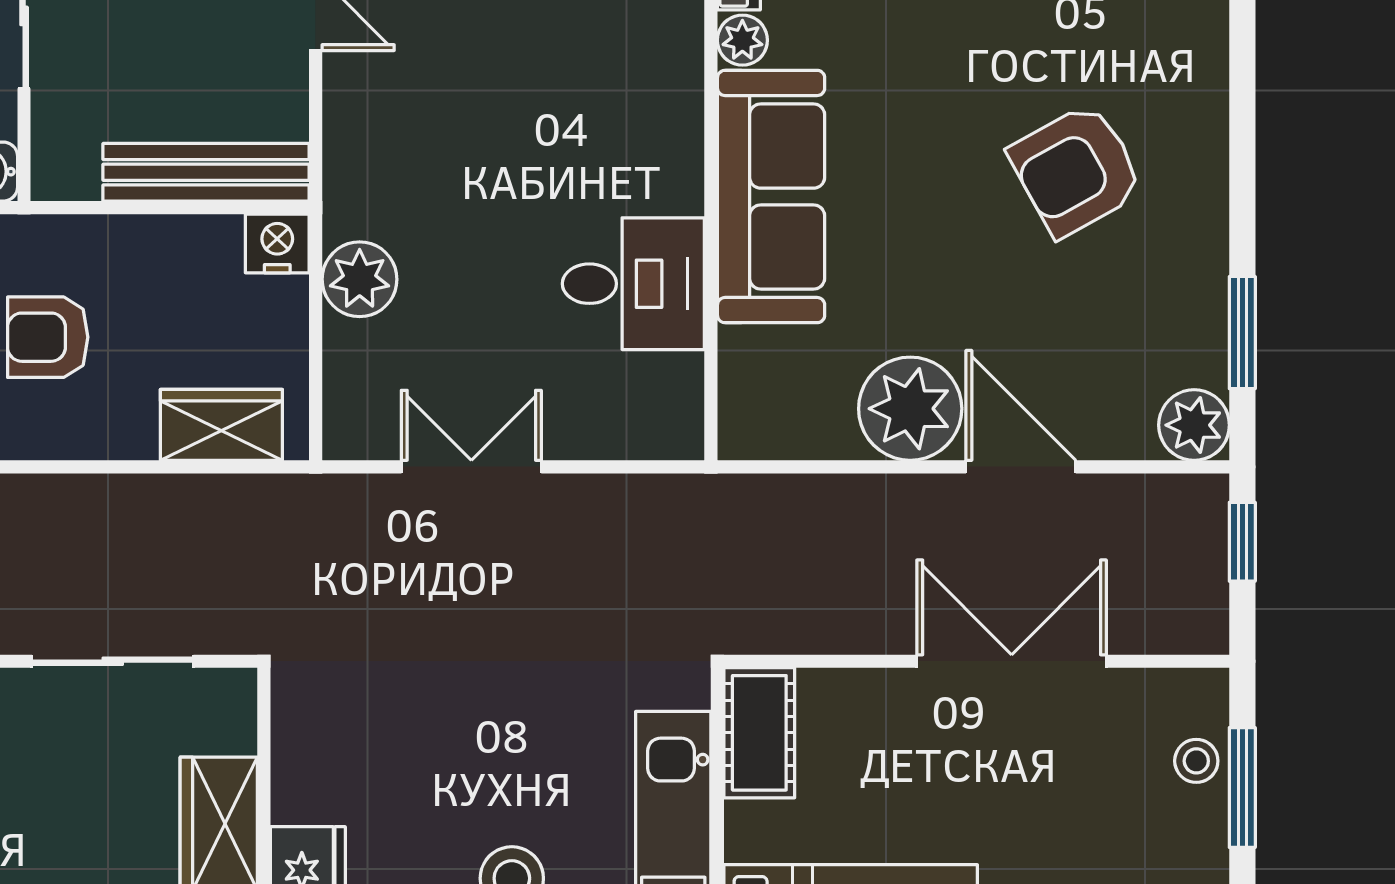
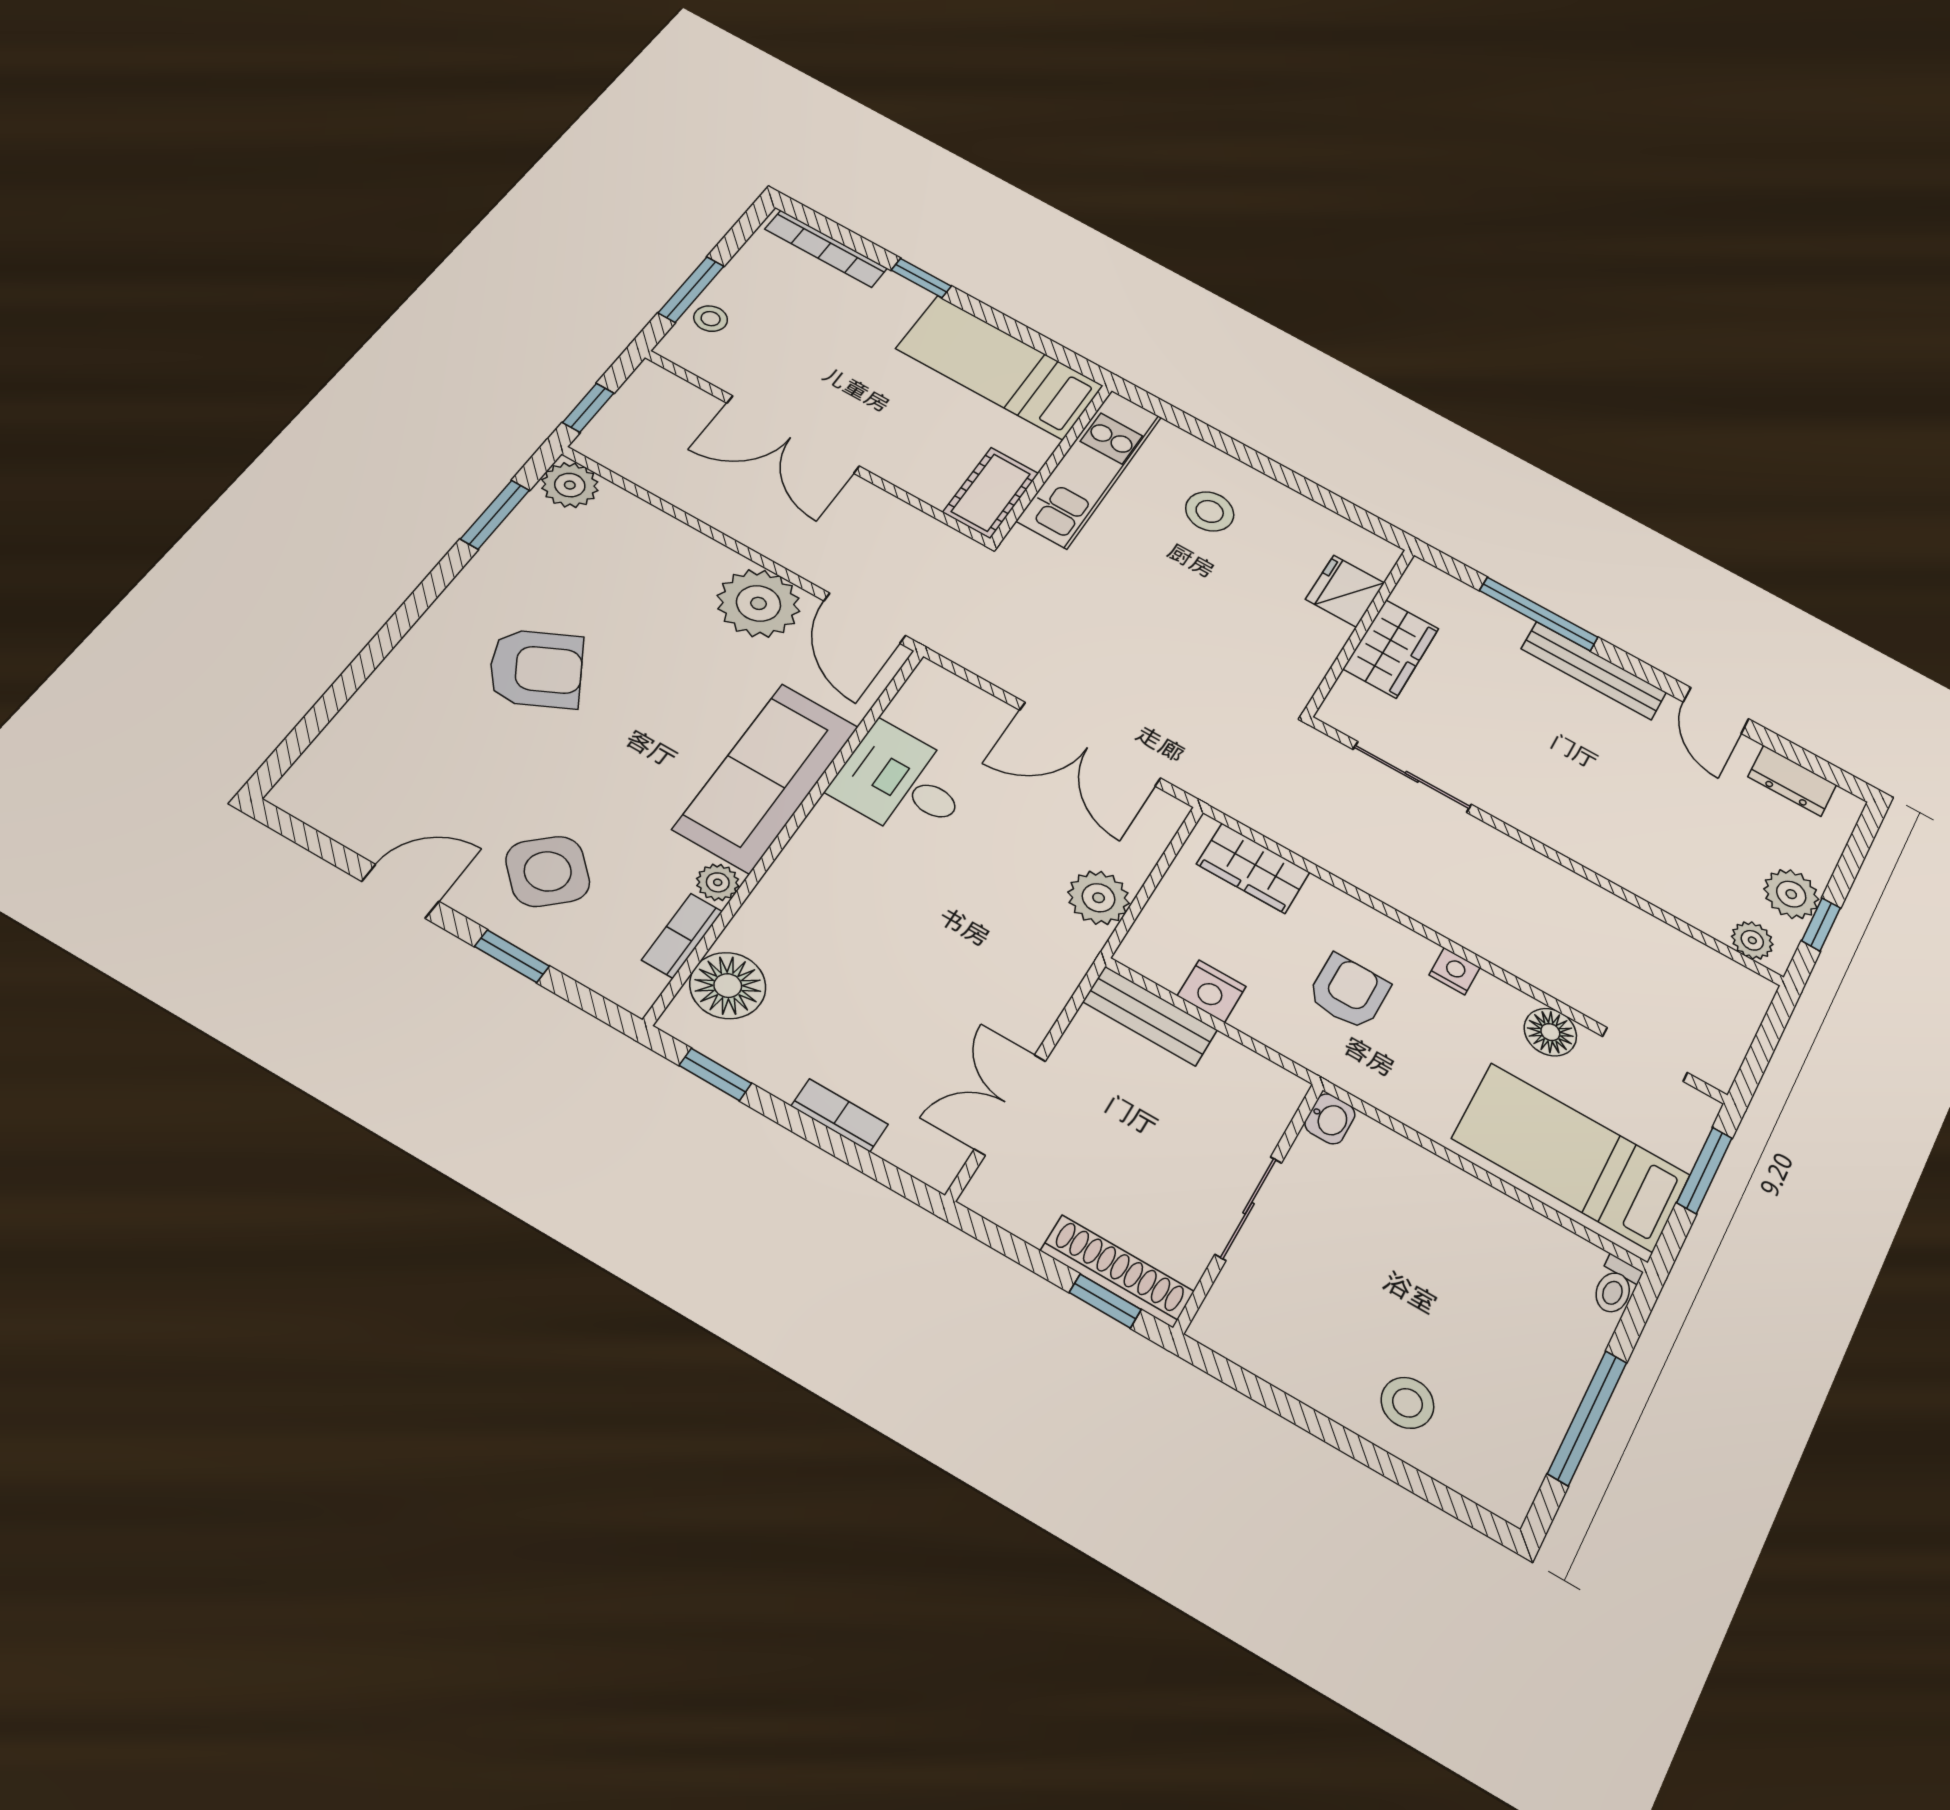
bench: (206, 172) -> (1150, 1016), width x0.73
nightstand: (277, 243) -> (1212, 991), moved
armchair: (48, 337) -> (1349, 992), turned -90
double door: (471, 467) -> (1090, 744), width x1.37
door: (1021, 467) -> (865, 618), moved

